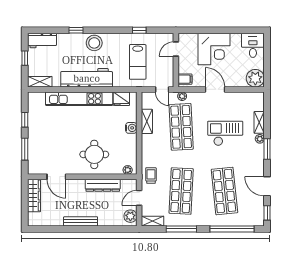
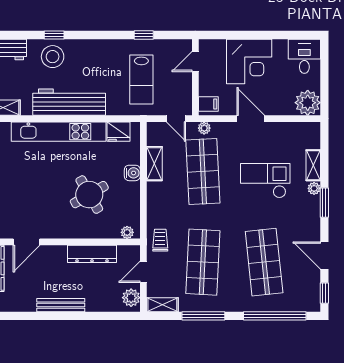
stool: (94, 43) -> (53, 57), moved
round table: (94, 154) -> (89, 195), moved, turned -30
door: (56, 177) -> (27, 242), hinge flipped

